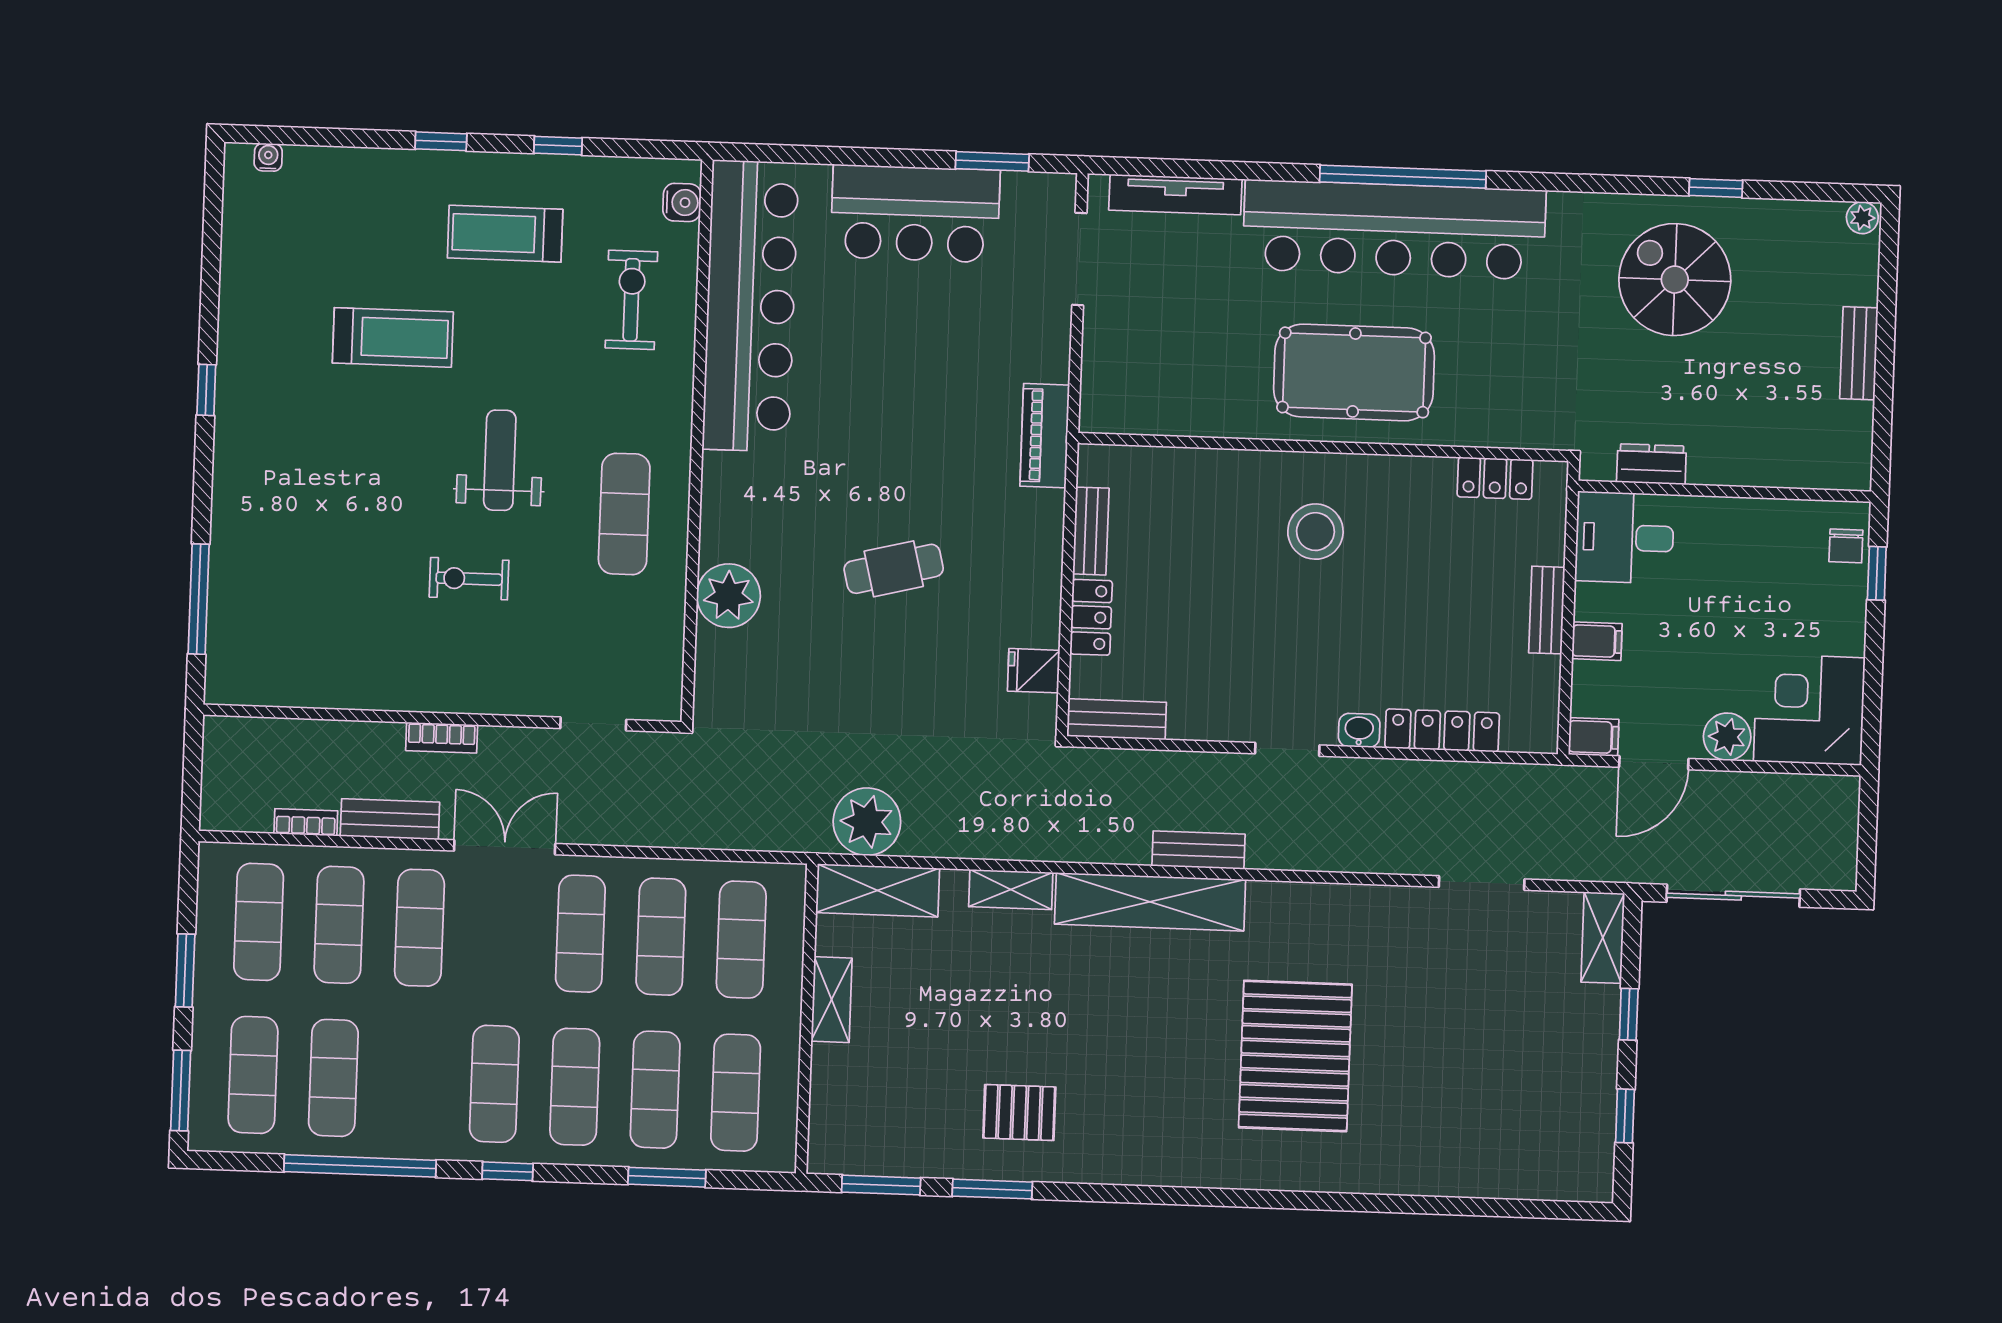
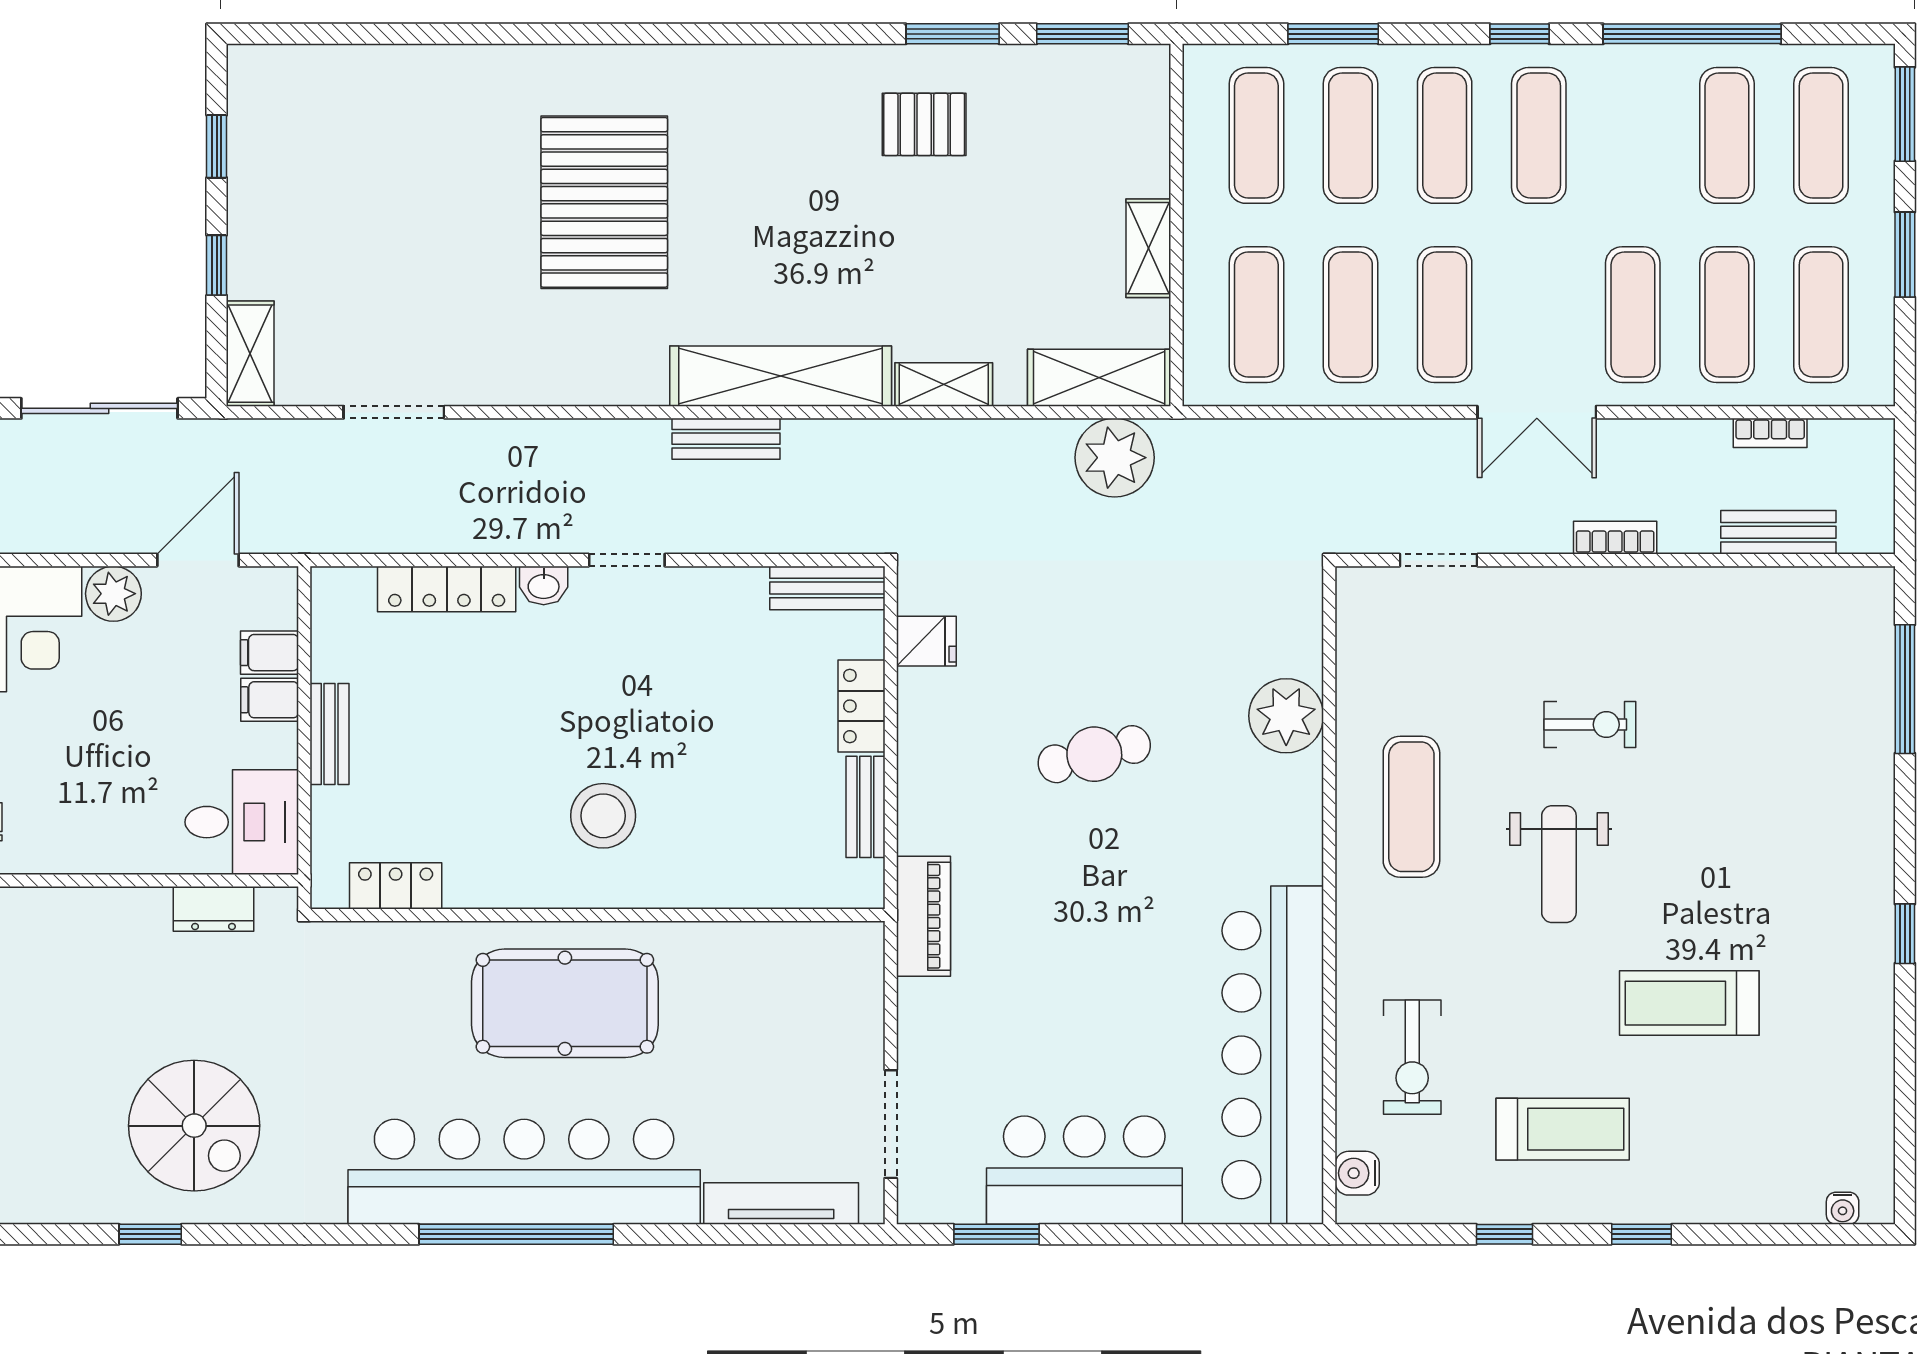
filing cabinet: (1594, 737) -> (269, 653), moved
bench: (390, 819) -> (1778, 532), moved

